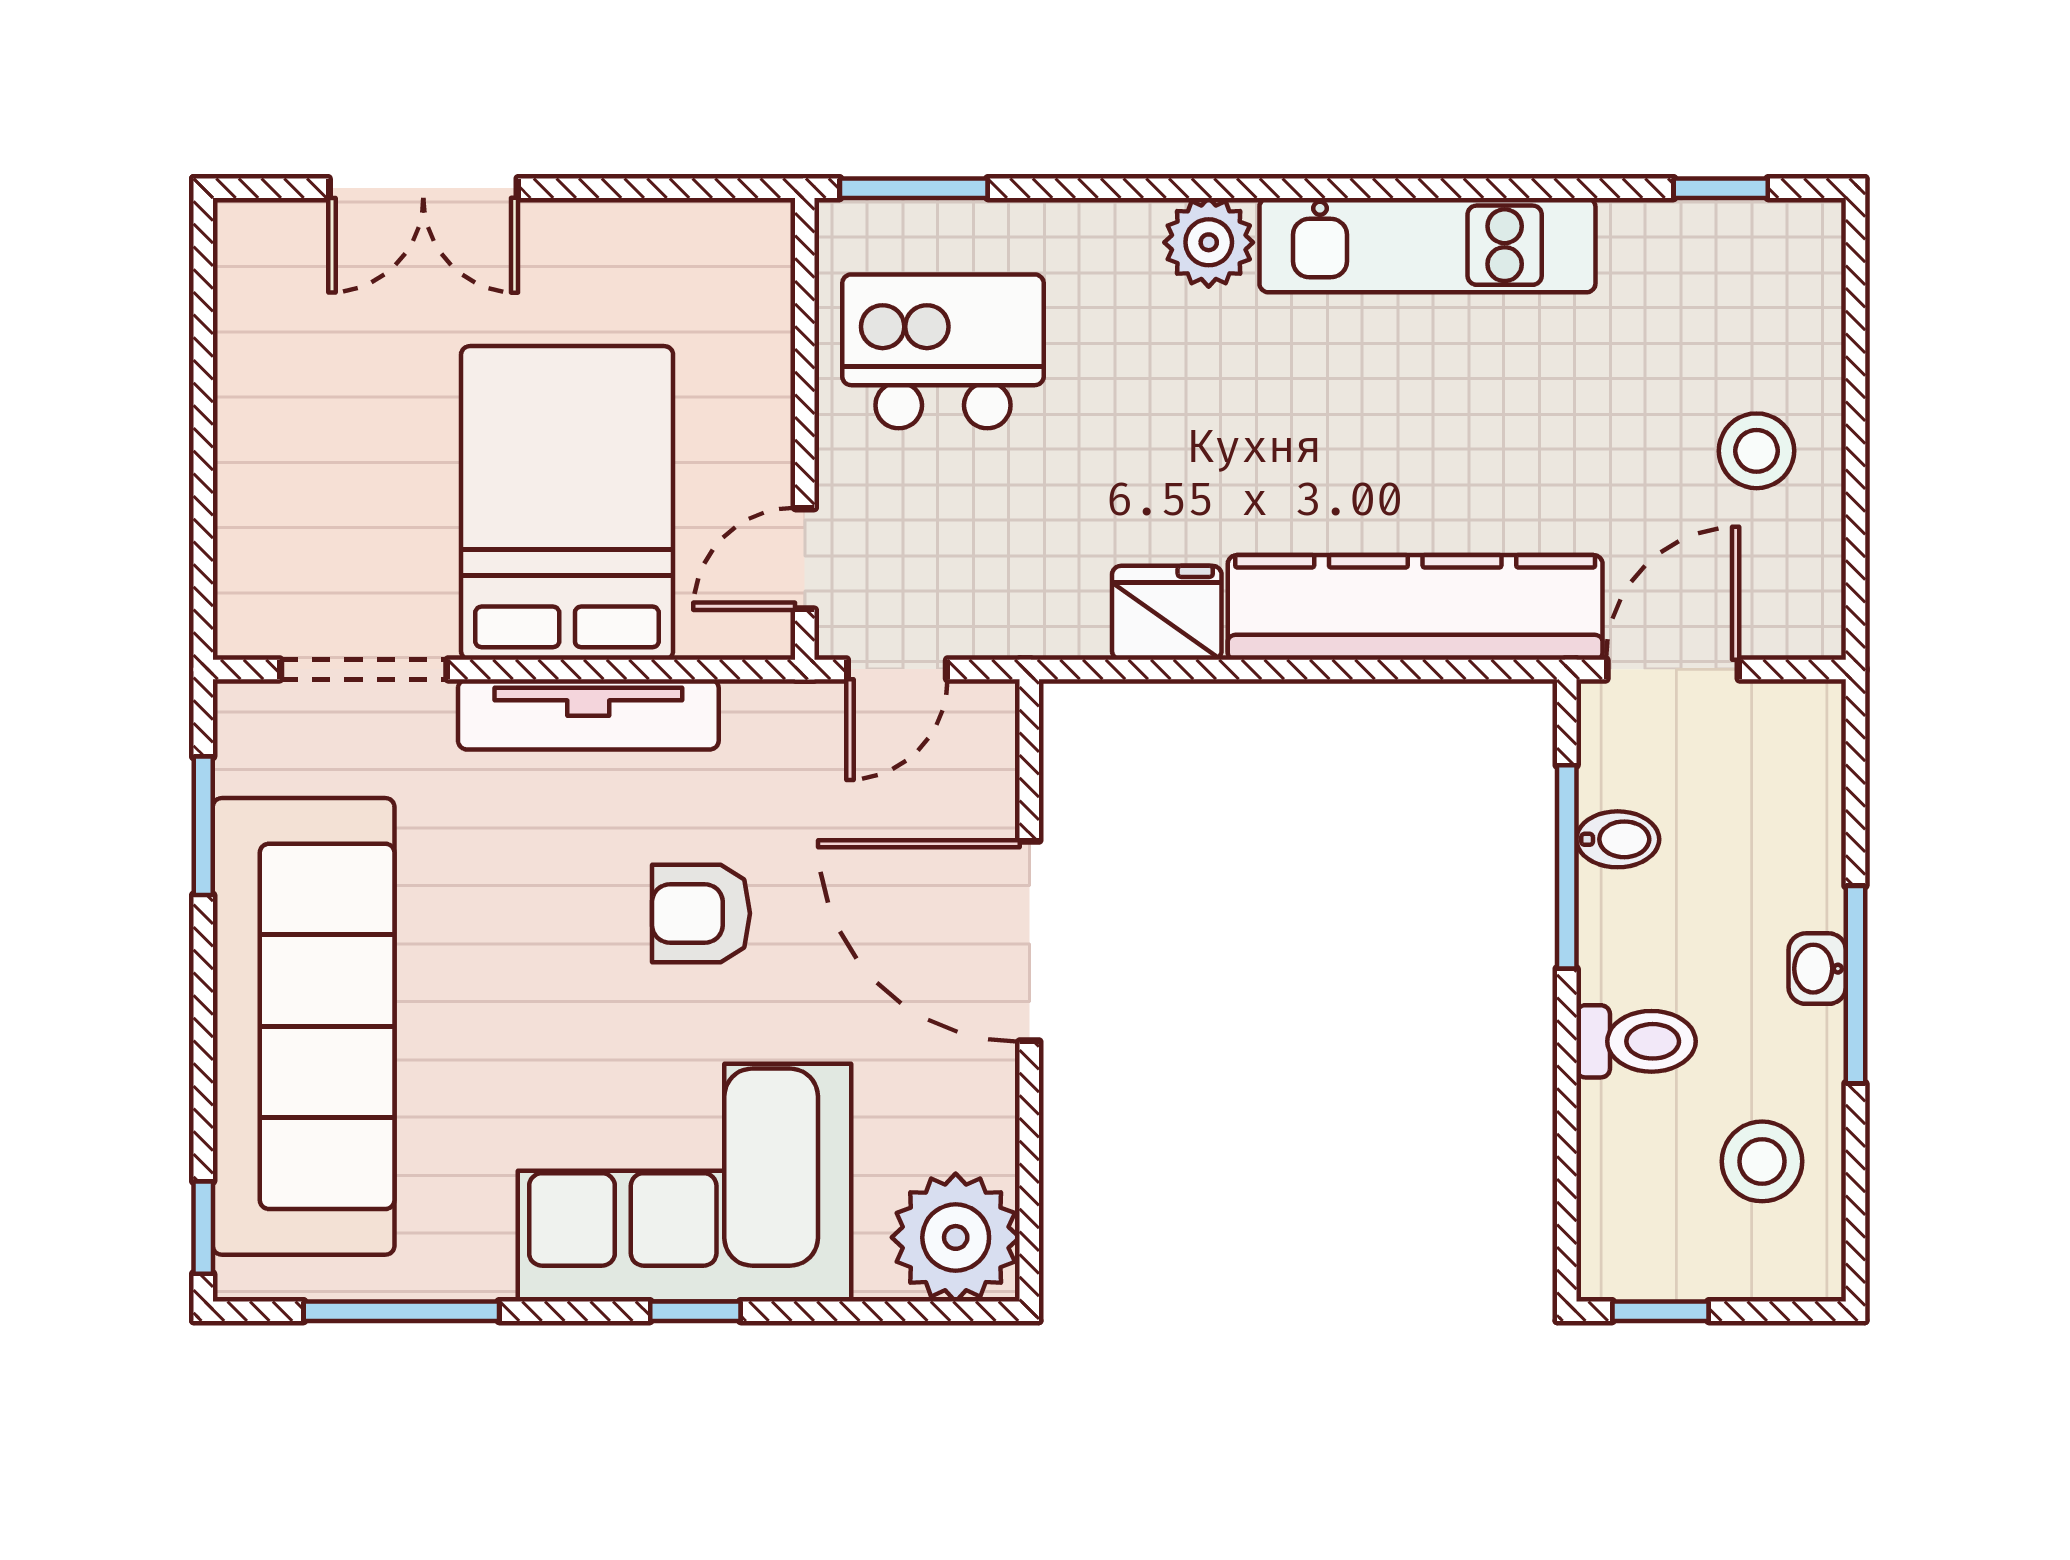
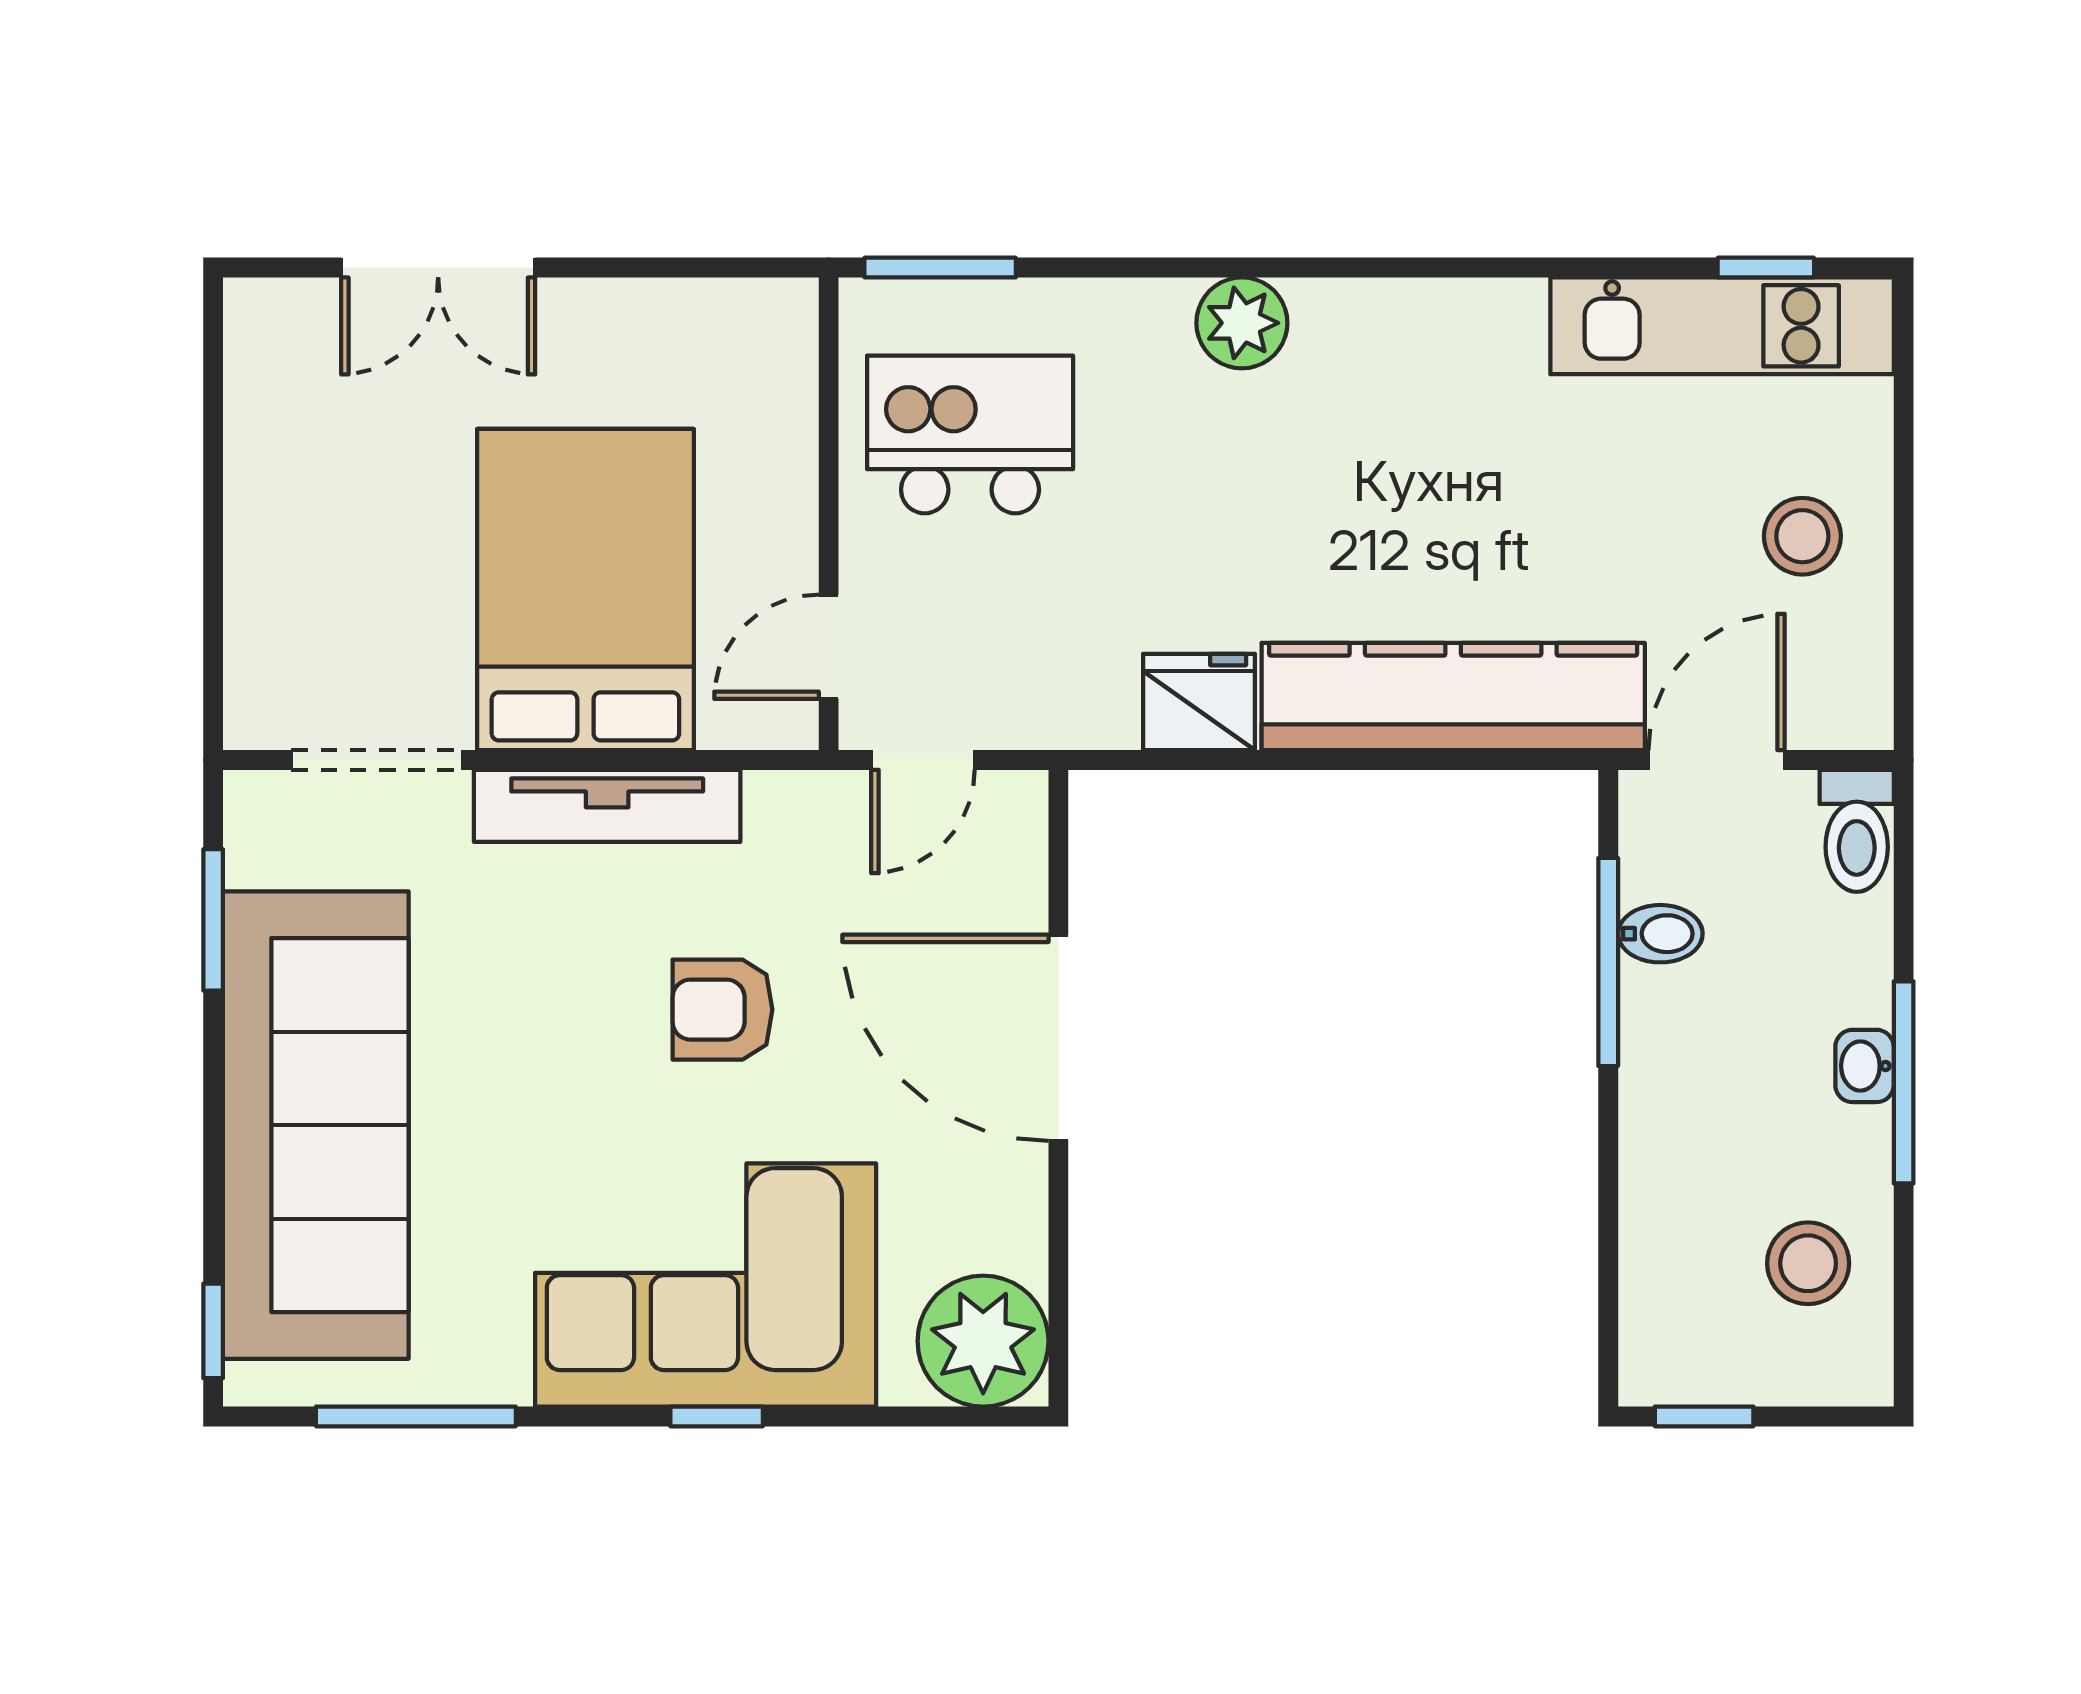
kitchen unit: (1427, 245) -> (1722, 326), moved
toilet: (1636, 1041) -> (1857, 831), moved, turned 90

